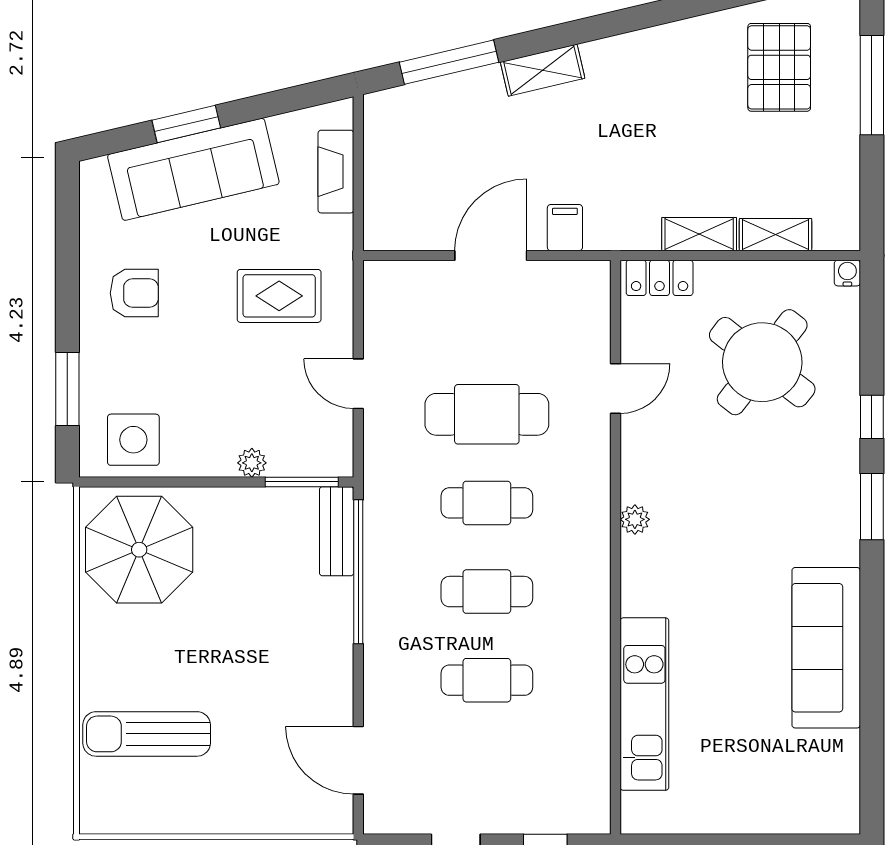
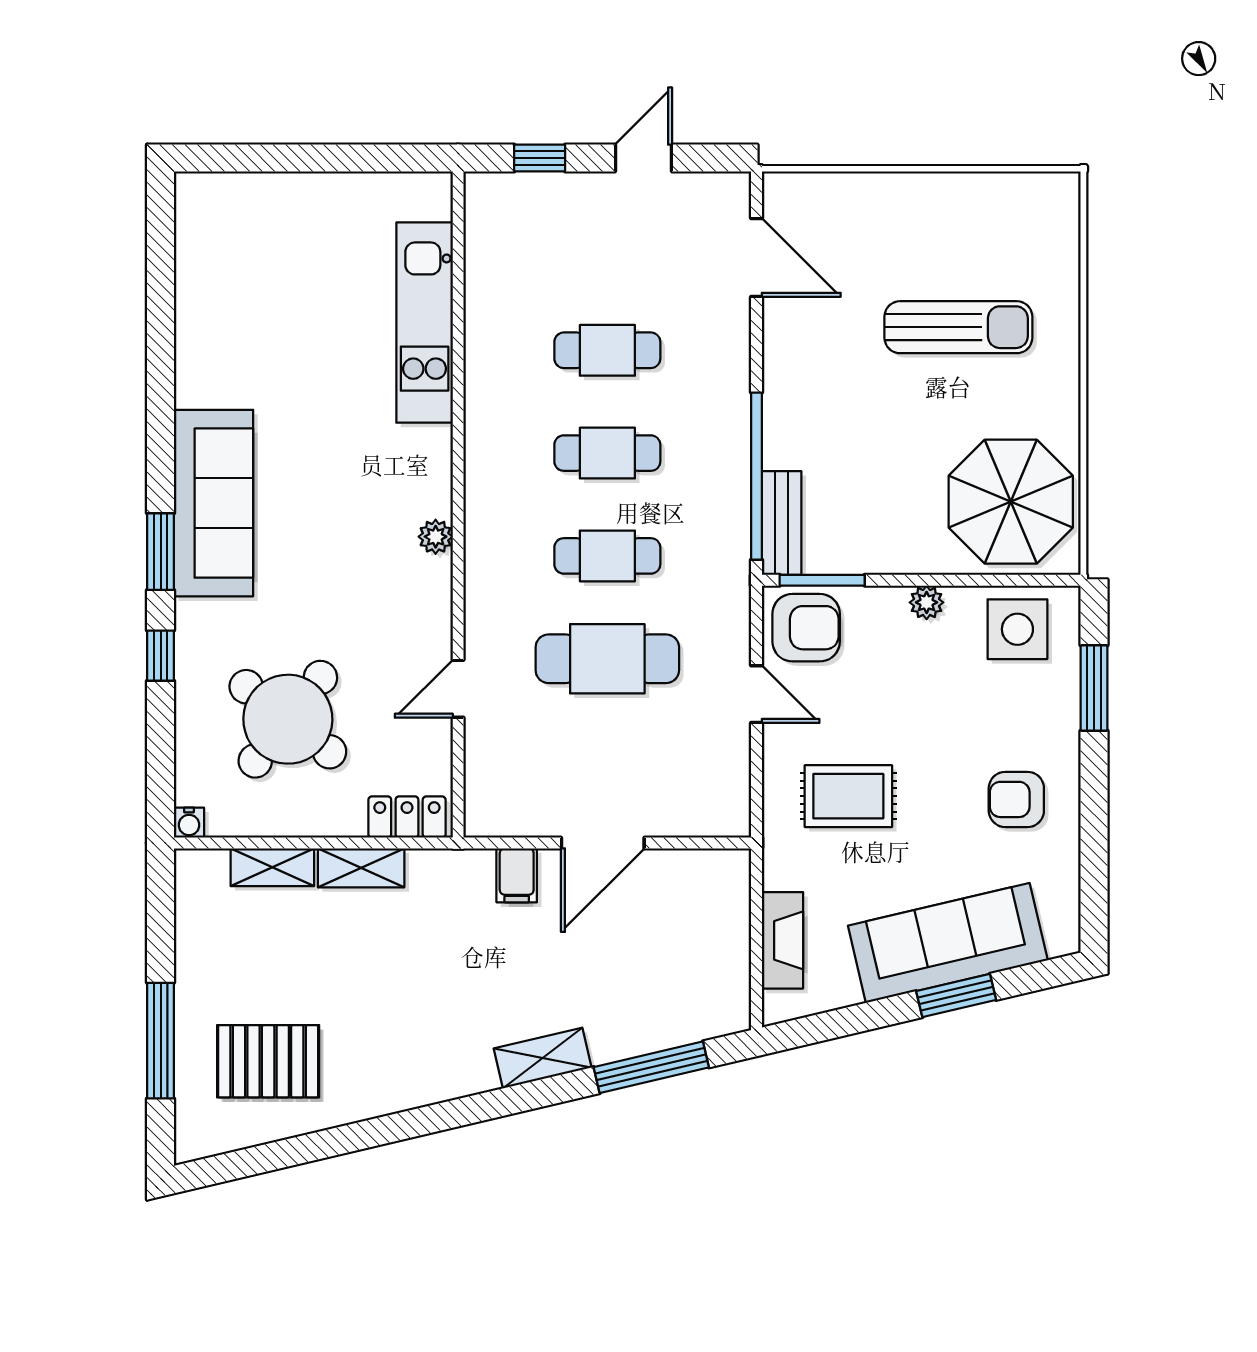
pallet: (779, 67) -> (268, 1061), turned 90
armchair: (316, 441) -> (806, 628), added
plant: (252, 463) -> (927, 602), moved
sofa: (826, 648) -> (214, 503), moved
sun lounger: (147, 734) -> (958, 327), moved

